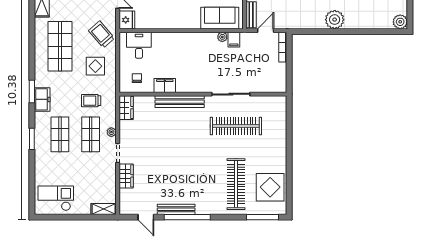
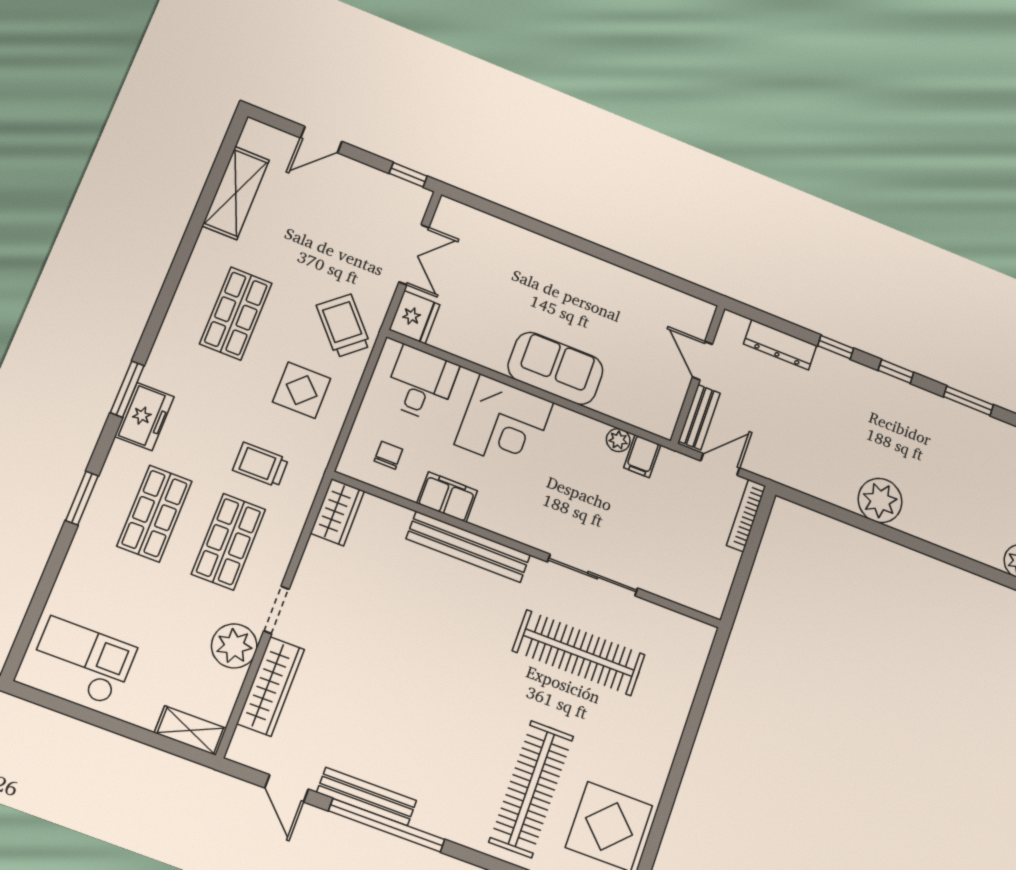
sofa: (220, 18) -> (556, 368), moved
shop shelf: (60, 46) -> (236, 313), width x0.70, depth x0.74
corner desk: (176, 48) -> (504, 423), added
plant: (111, 132) -> (234, 646), moved, width x1.87, depth x1.87
wardrobe: (126, 176) -> (271, 686), width x1.50

